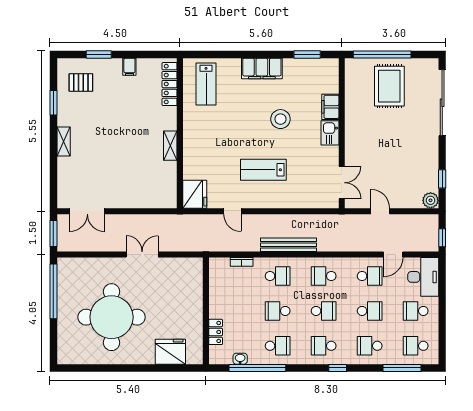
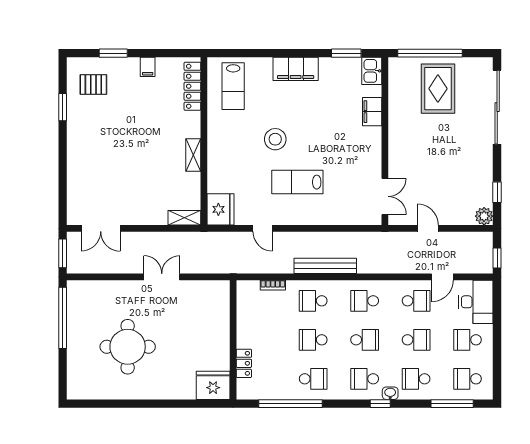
stool: (280, 119) -> (275, 139), moved
kitchen sink: (330, 133) -> (372, 71), moved
shelving: (64, 142) -> (184, 218), moved, turned 90
school desk: (278, 276) -> (313, 301), turned 180
round table: (112, 317) -> (128, 347), width x0.73, depth x0.73
fridge: (170, 352) -> (213, 385), moved
washbasin: (240, 359) -> (390, 393), moved

